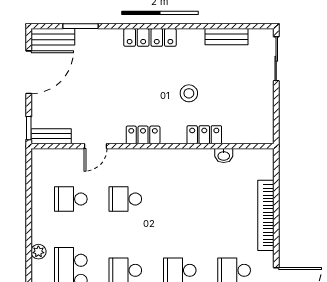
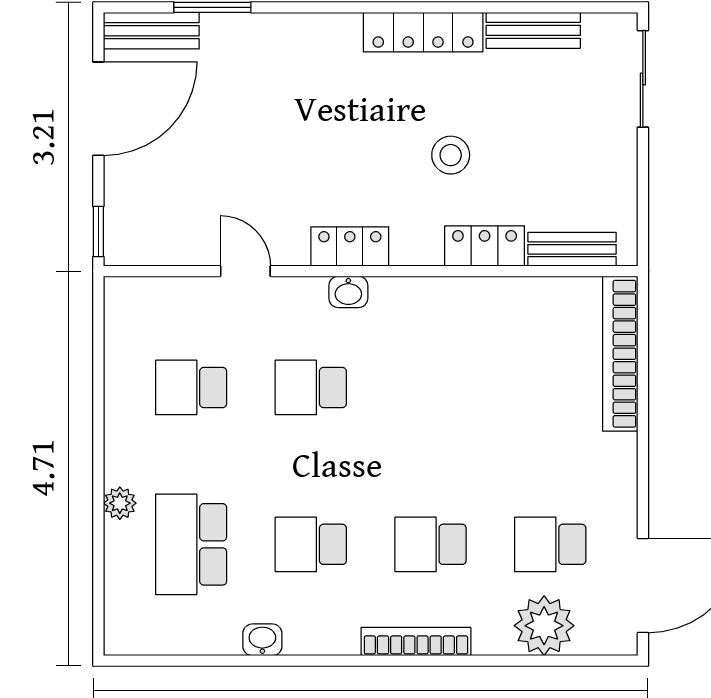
locker: (150, 37) -> (423, 32), moved
bench: (51, 136) -> (572, 249), moved
door: (96, 146) -> (245, 271), swing flipped
washbasin: (224, 156) -> (348, 292), moved
bookcase: (266, 215) -> (620, 354), moved

